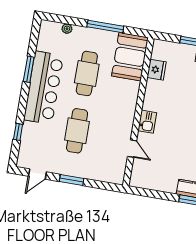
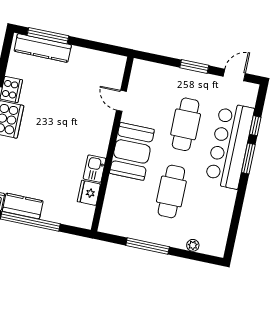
booth: (130, 57) -> (132, 151), moved
window: (29, 69) -> (248, 159), moved
bar counter: (44, 88) -> (230, 146), moved
kitchen sink: (147, 122) -> (95, 169), moved

